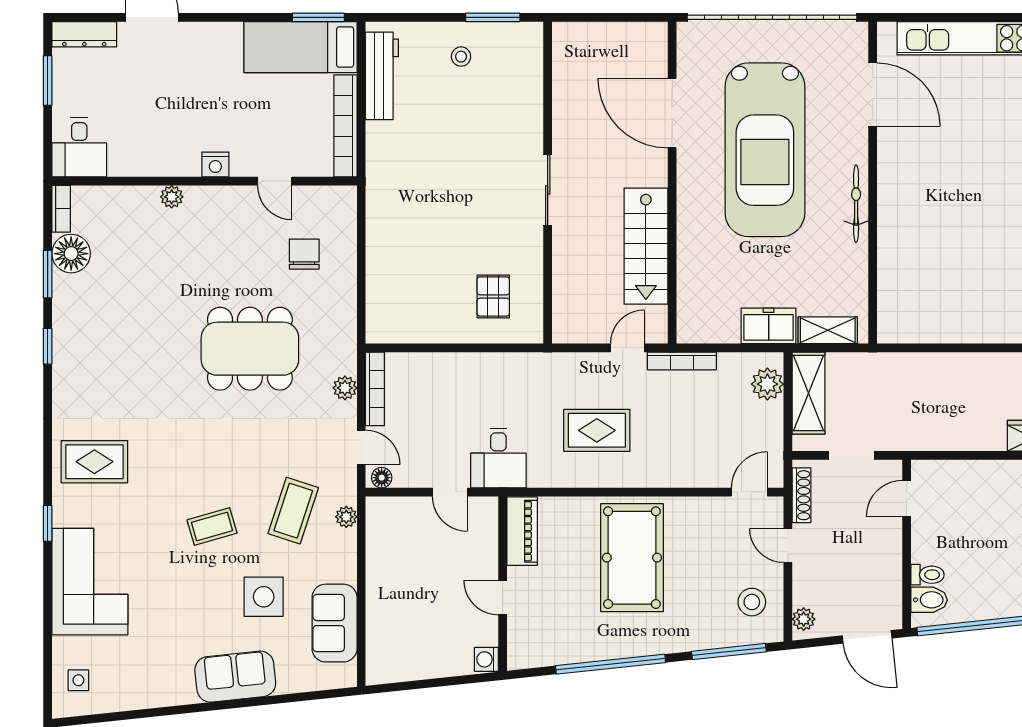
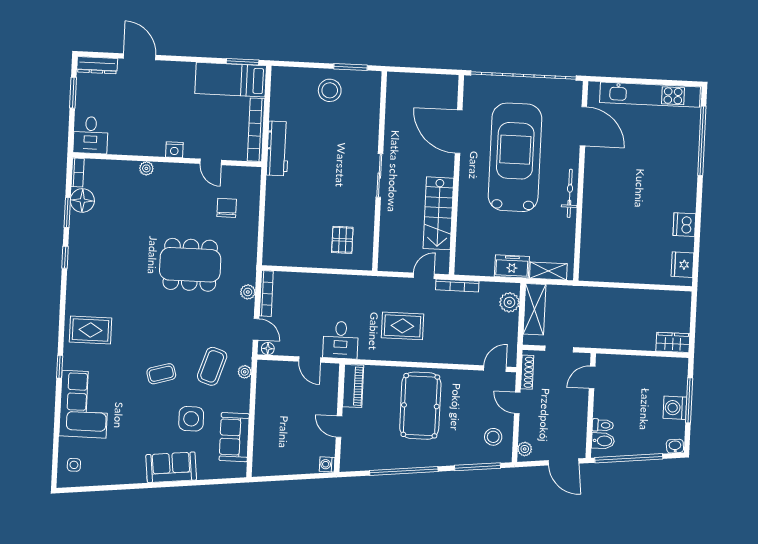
stool: (461, 57) -> (330, 90), width x1.89, depth x1.89
workbench: (382, 76) -> (278, 148), moved
car: (765, 150) -> (515, 157), turned 180

